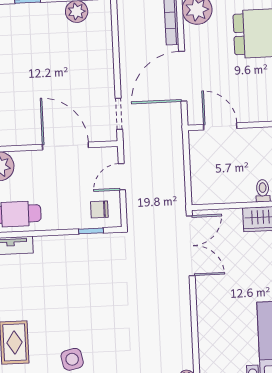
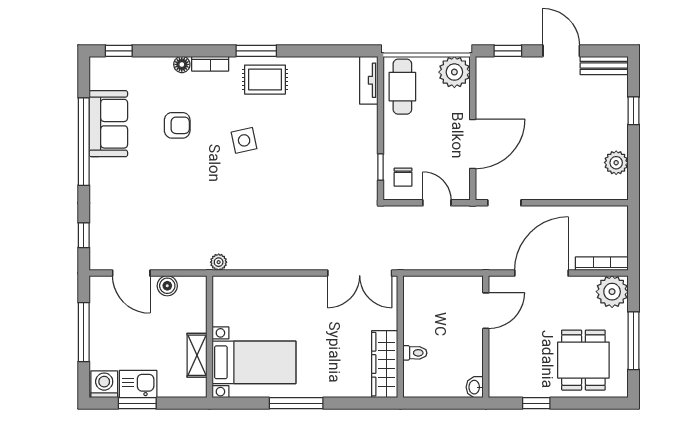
door: (183, 76) -> (541, 273), hinge flipped
chair: (99, 209) -> (403, 177), turned 180

